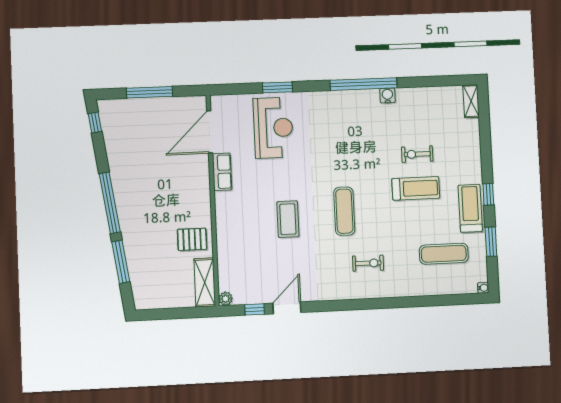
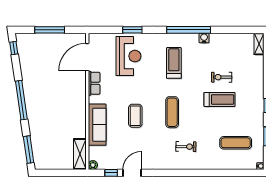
treadmill: (470, 208) -> (174, 63), moved
sofa: (230, 236) -> (97, 125), added
pallet: (192, 239) -> (73, 126), removed
window: (121, 262) -> (29, 150), moved

